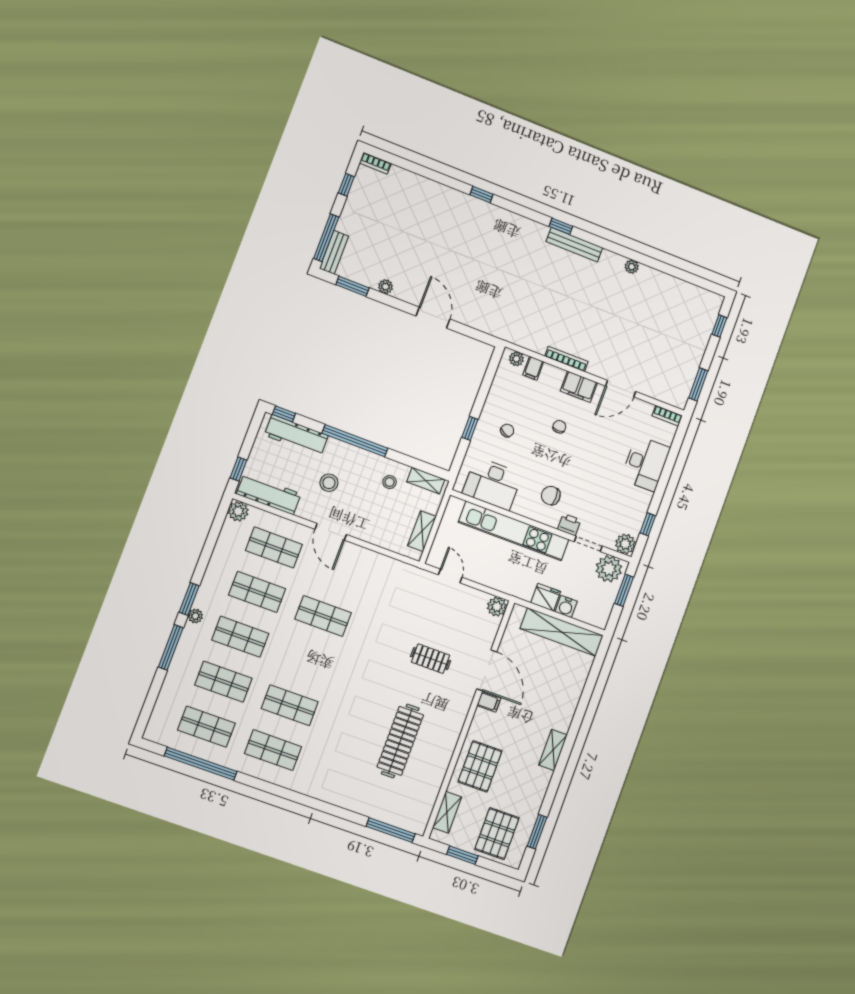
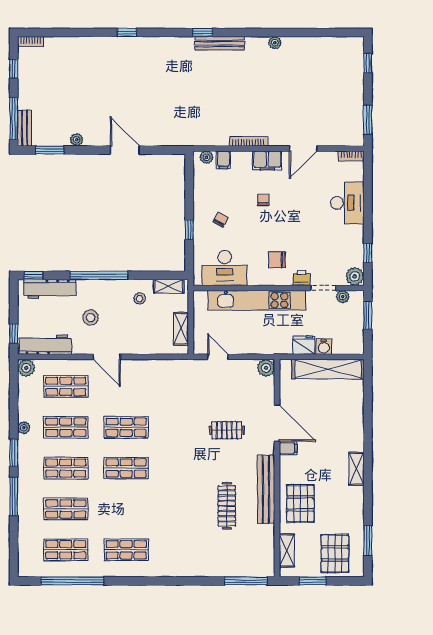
plant: (609, 569) -> (343, 297), width x0.53, depth x0.53
plant: (195, 616) -> (24, 428), moved
shop shelf: (290, 705) -> (126, 468), moved
bench: (449, 738) -> (266, 489), added
clothes rail: (400, 741) -> (227, 506), width x0.73, depth x0.76

